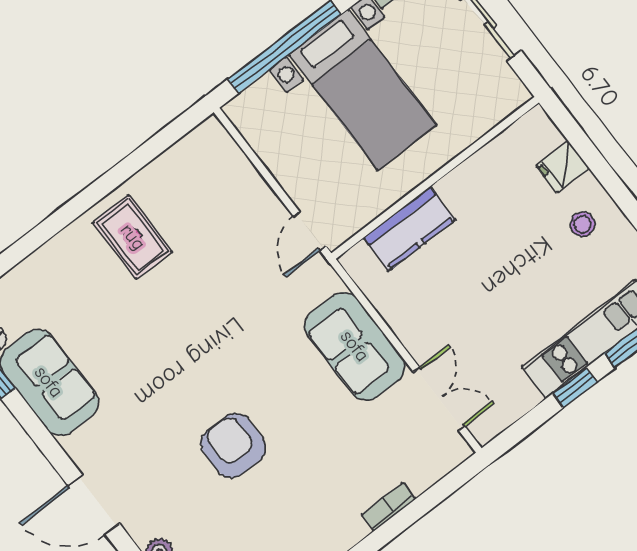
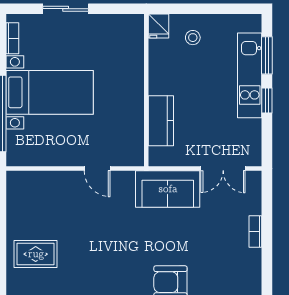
wall: (435, 178) -> (146, 90), moved
kitchen counter: (409, 229) -> (161, 121), moved
double door: (439, 399) -> (223, 168), swing flipped

